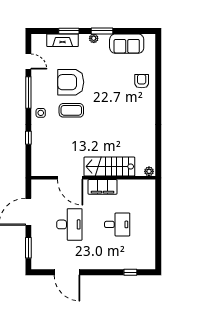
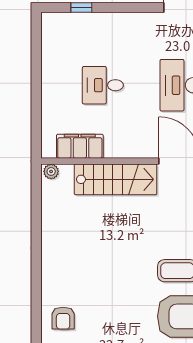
filing cabinet: (102, 187) -> (80, 146), moved

